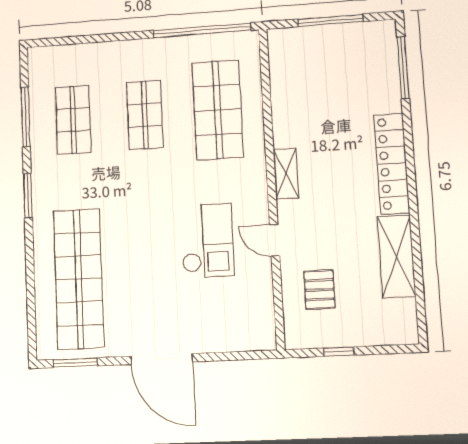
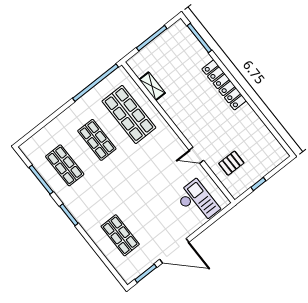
shelving: (286, 174) -> (152, 86), moved
checkout: (207, 241) -> (198, 202), moved
shelving: (396, 256) -> (254, 125), removed
shop shelf: (79, 279) -> (120, 235), width x0.50, depth x0.74
pallet: (319, 290) -> (231, 163), turned 90
door: (162, 359) -> (174, 251), moved

